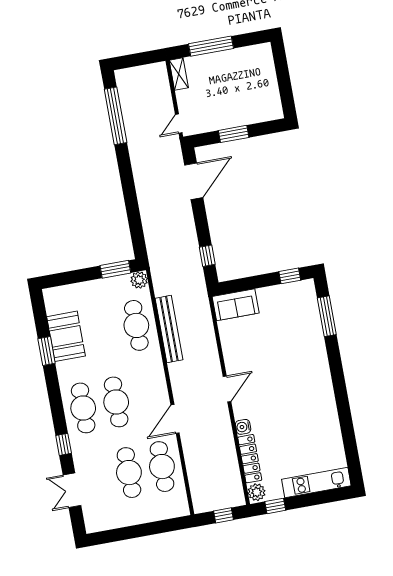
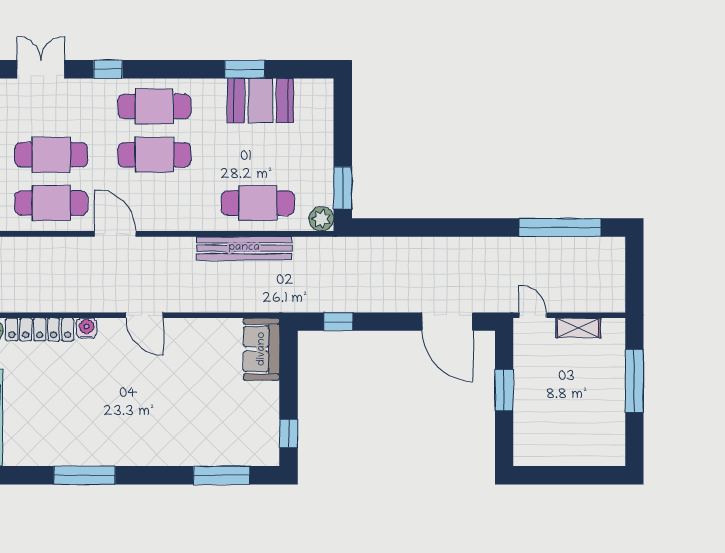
shelving: (179, 74) -> (578, 328), moved
window: (344, 410) -> (84, 475), added

